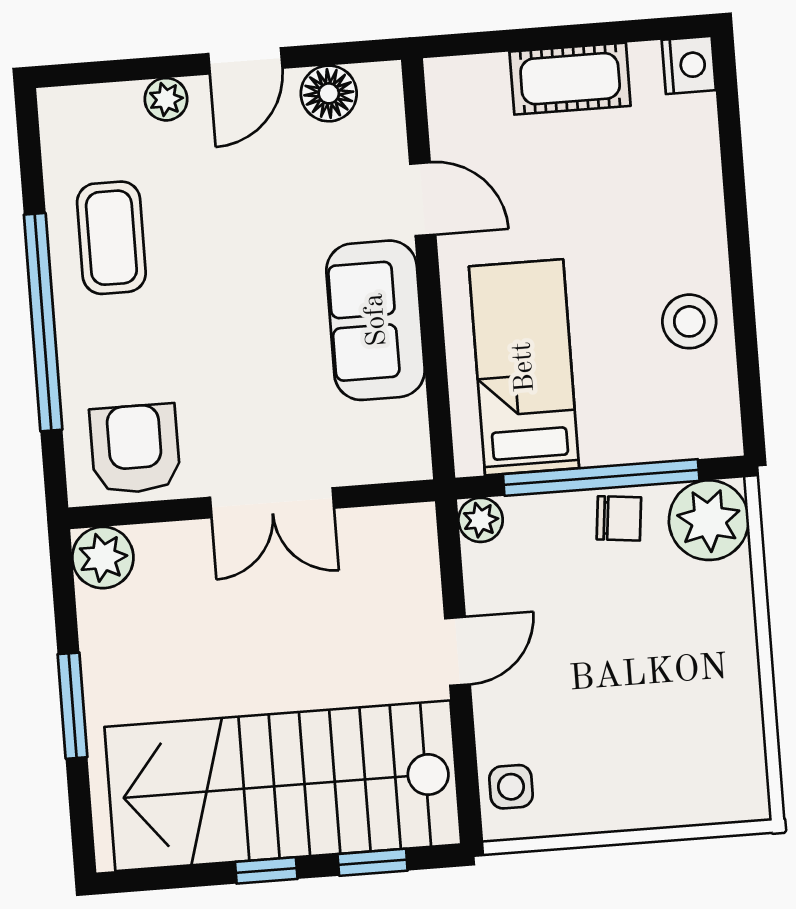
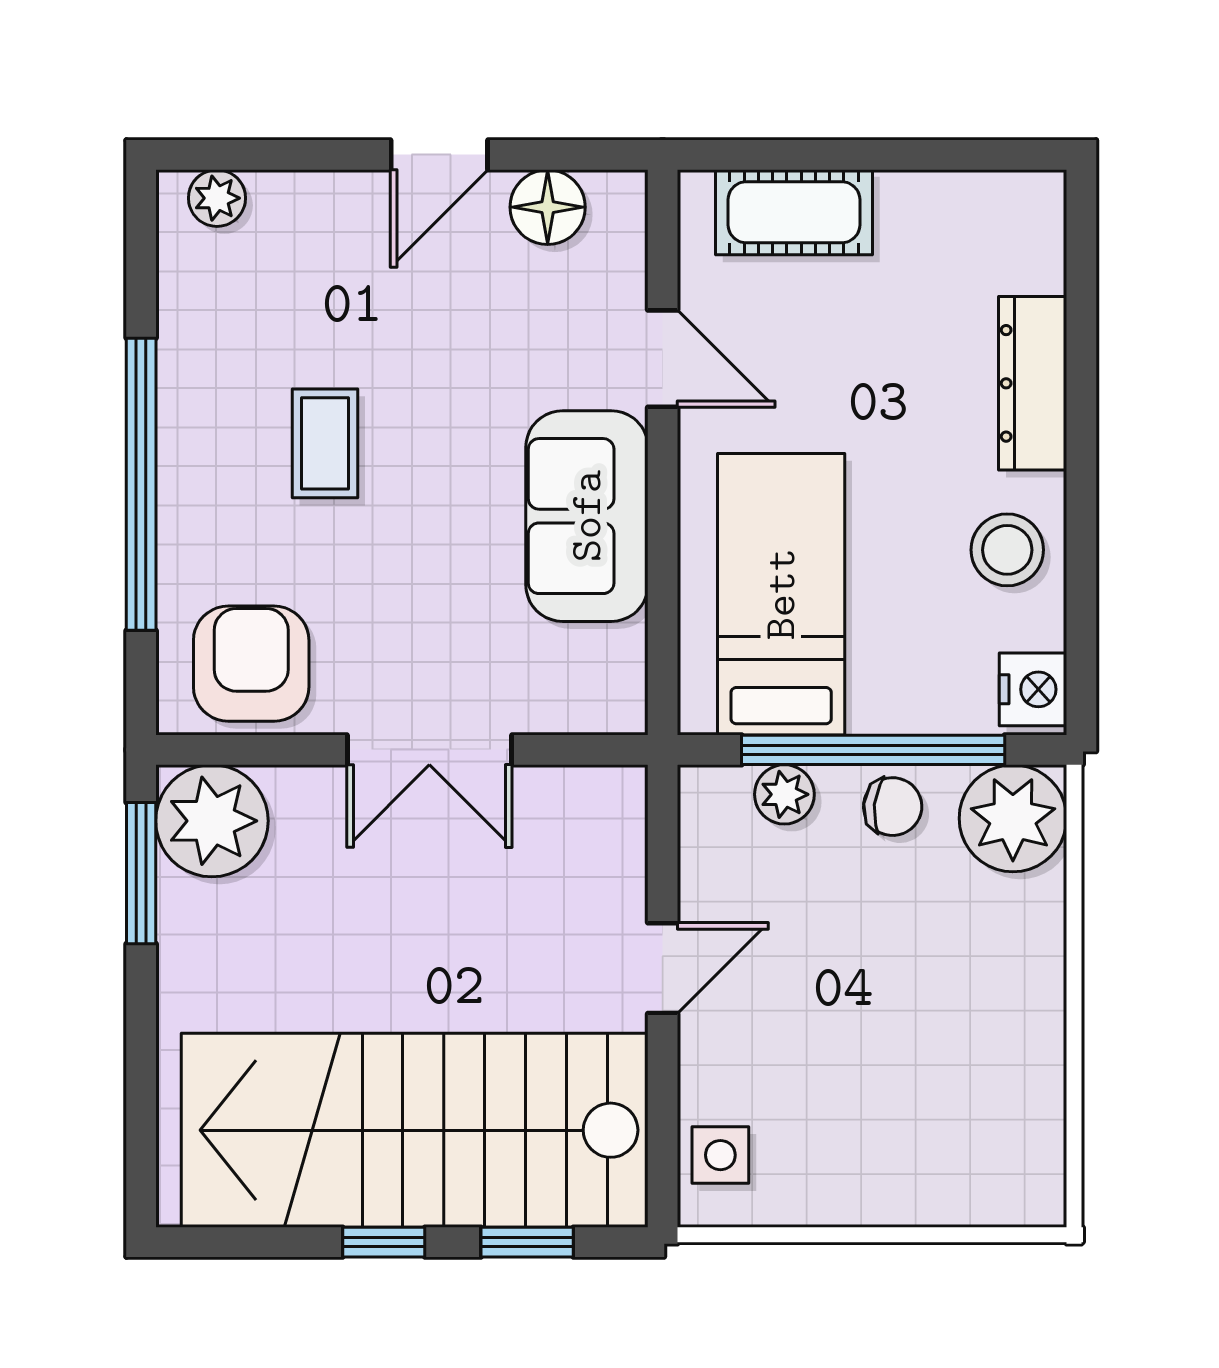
nightstand: (689, 65) -> (1033, 689), moved
cot: (570, 79) -> (794, 212), moved
plant: (166, 99) -> (217, 198), moved
dresser: (699, 196) -> (1033, 383), added
coffee table: (111, 238) -> (325, 443), moved, width x0.73, depth x0.77
plant: (481, 520) -> (784, 794), moved
plant: (103, 558) -> (212, 821), width x1.36, depth x1.36
window: (73, 706) -> (141, 873), moved

